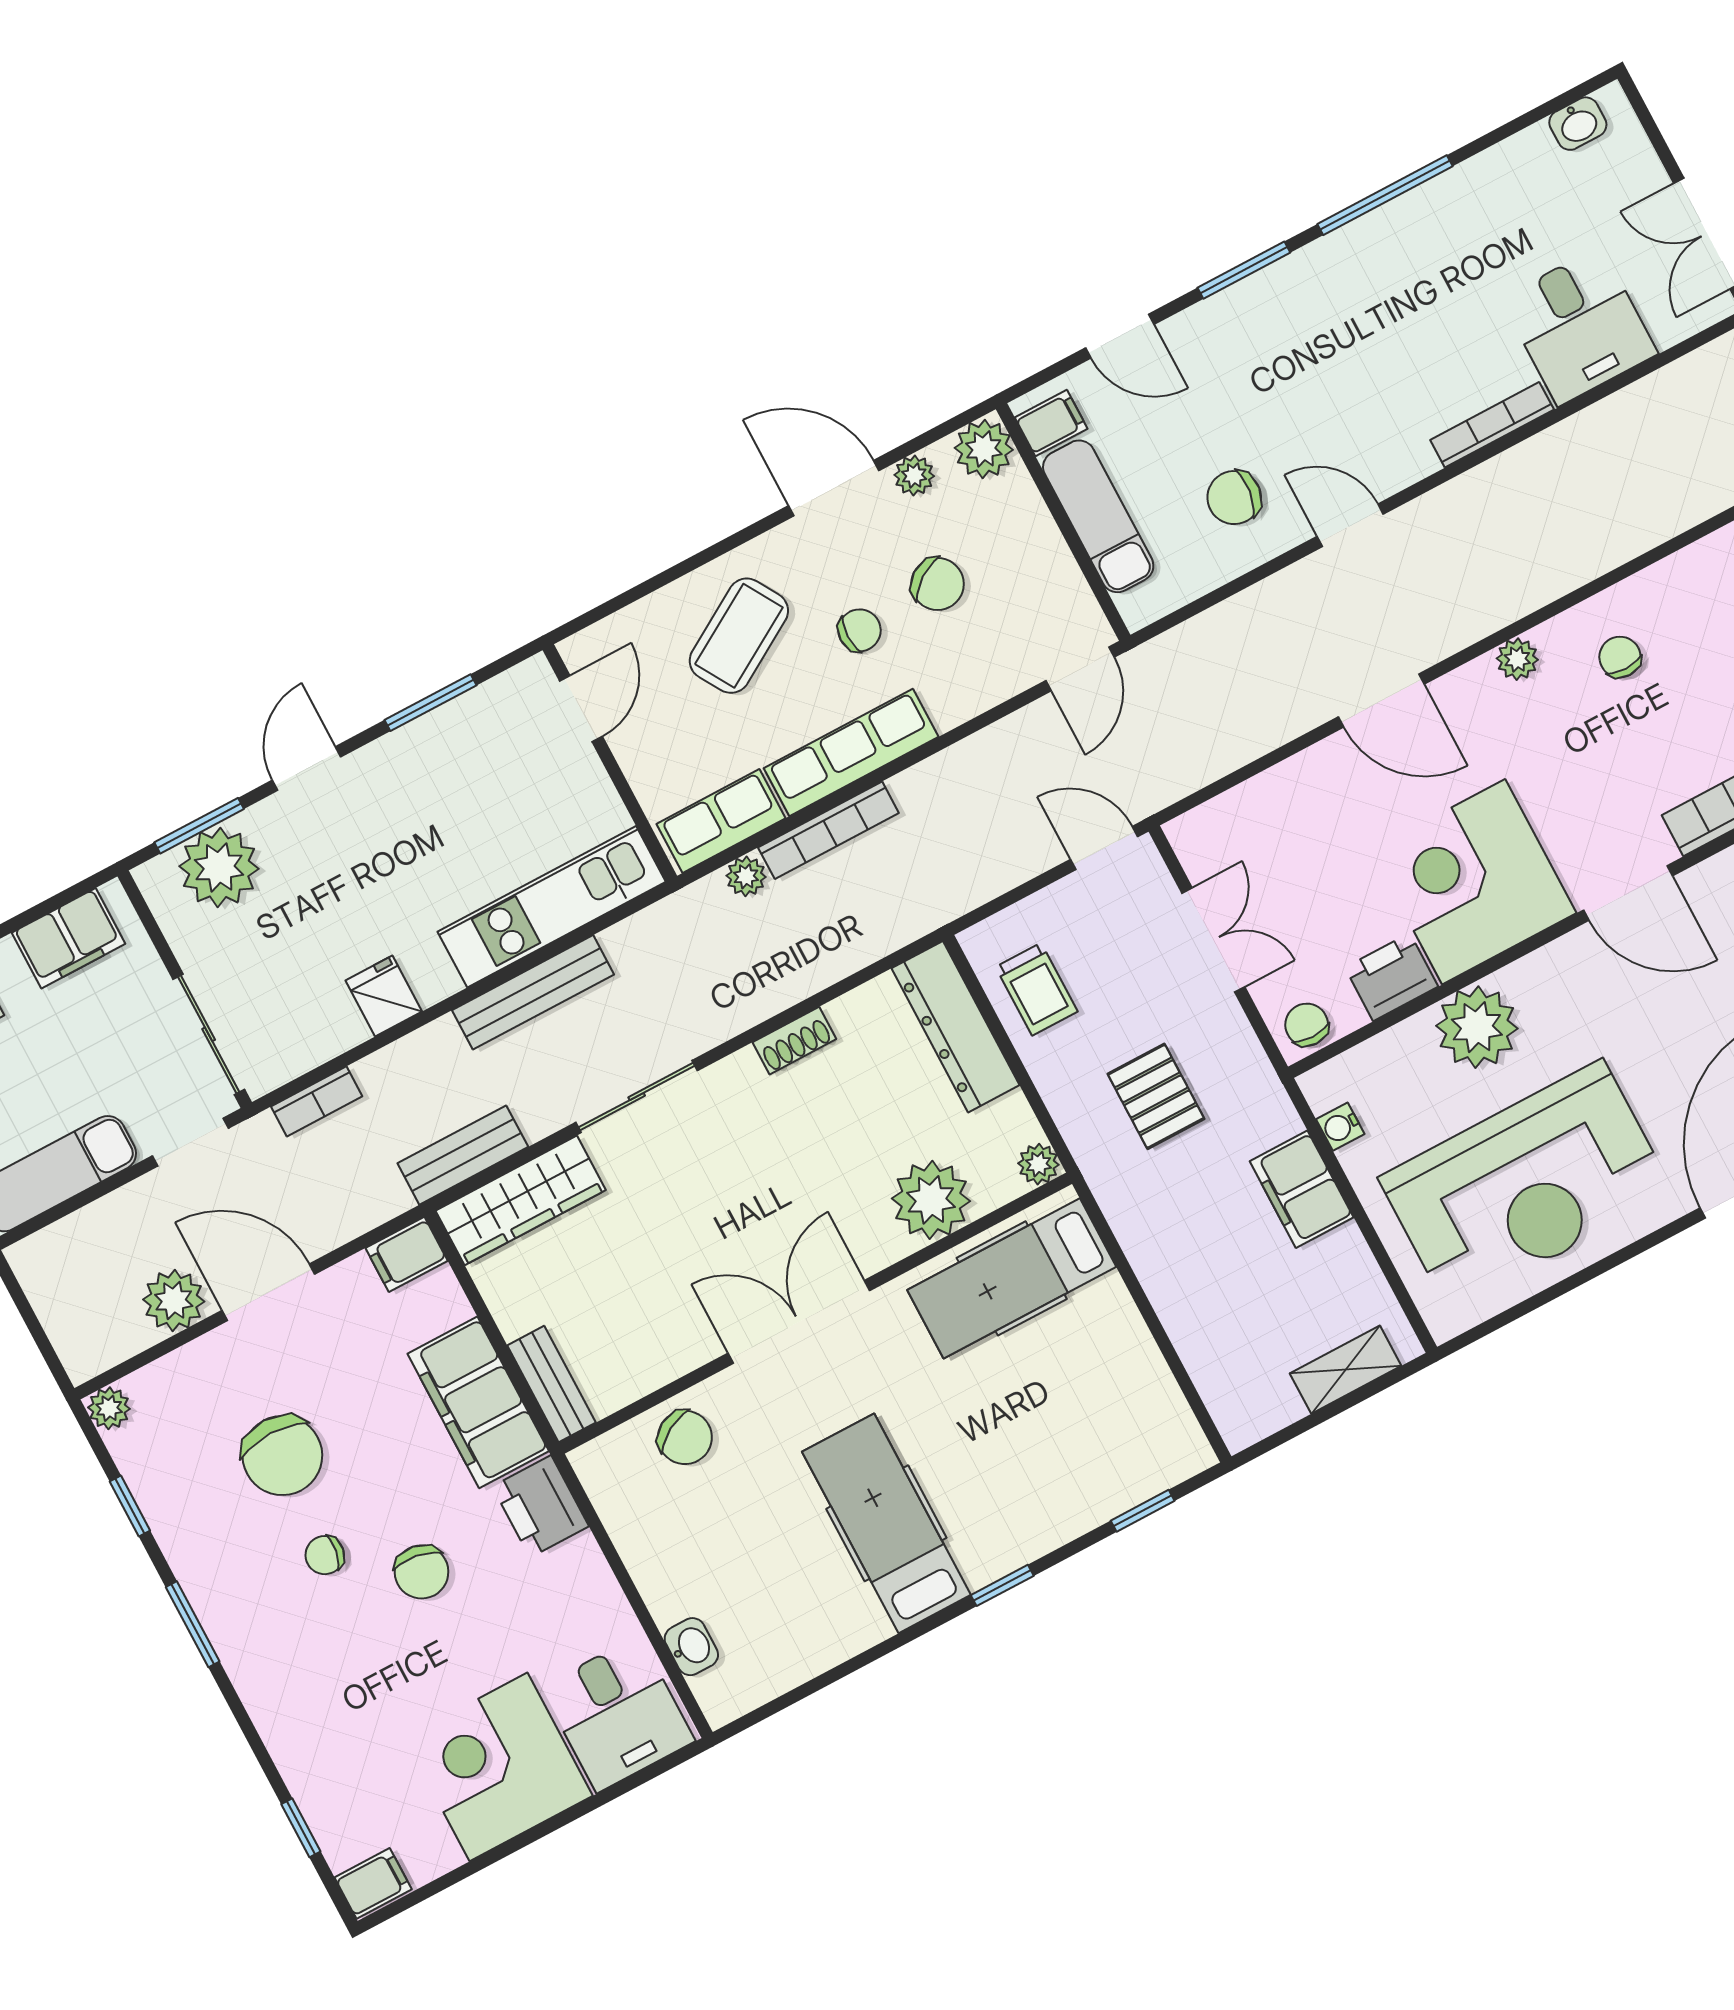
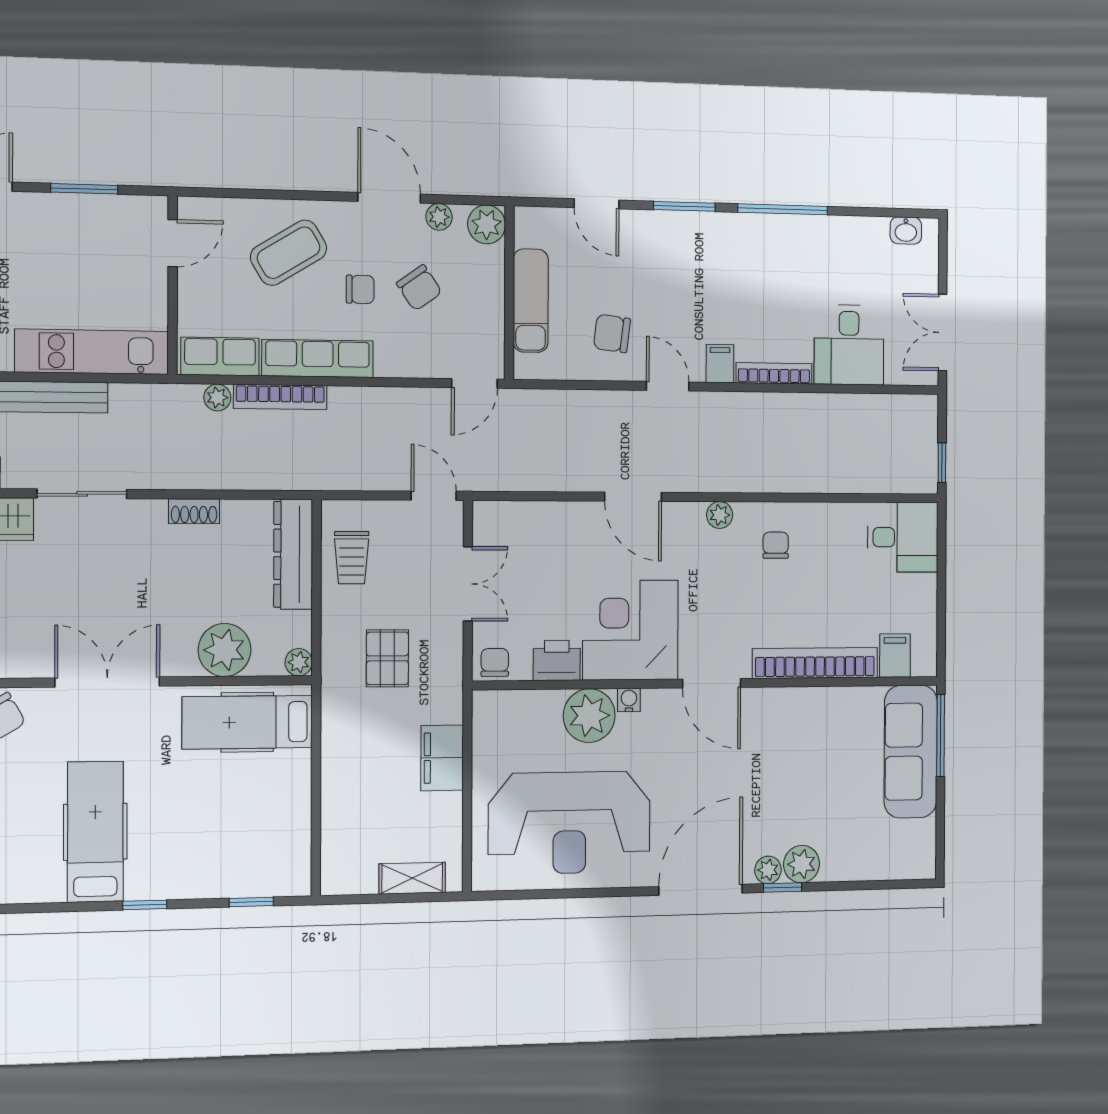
filing cabinet: (1051, 423) -> (720, 364), moved, turned -90
water cooler: (1340, 1127) -> (629, 700), moved, turned 90

